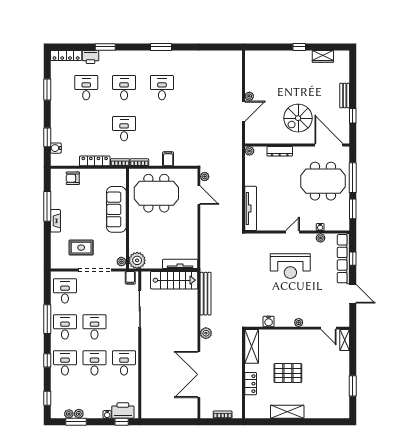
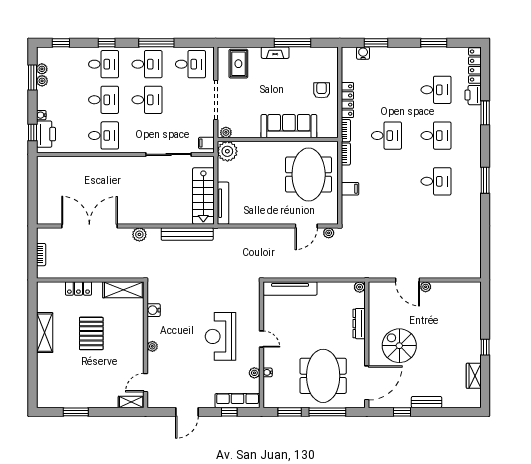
armchair: (73, 178) -> (322, 90), moved
rug: (81, 248) -> (238, 64), moved
row of seats: (343, 259) -> (238, 401), width x0.73

